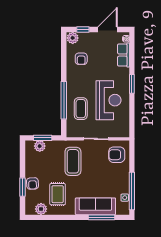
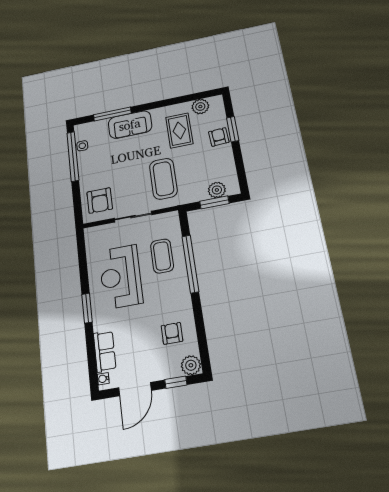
armchair: (117, 155) -> (100, 201), turned 90
sofa: (95, 206) -> (130, 125), width x0.73

